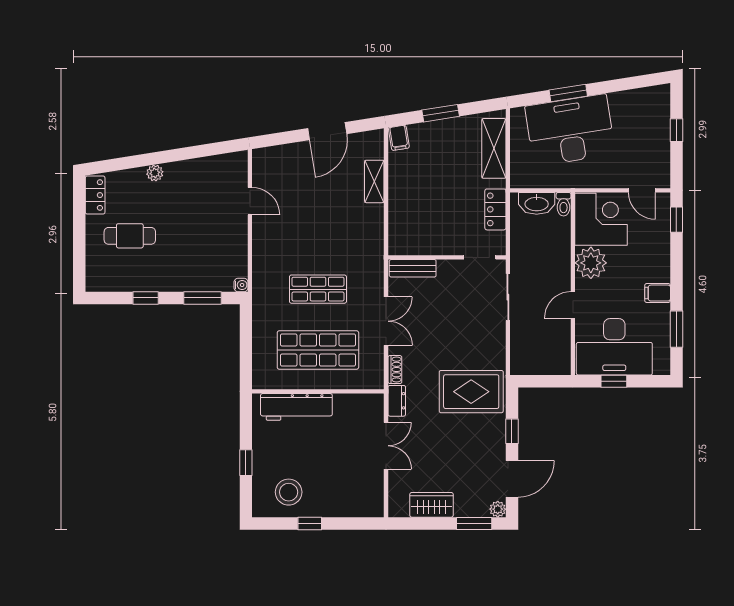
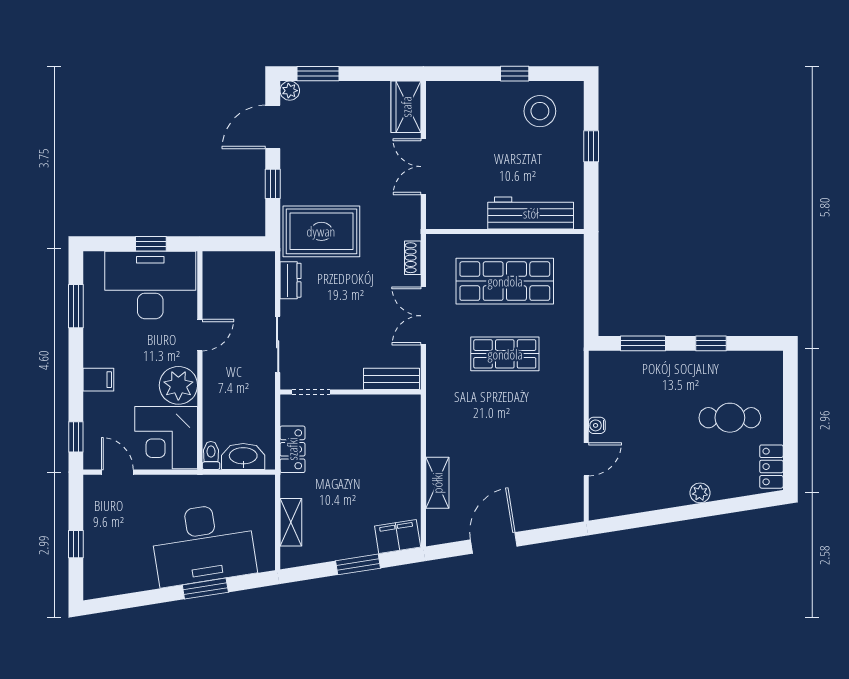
filing cabinet: (399, 138) -> (398, 537), width x2.00
shelving: (494, 148) -> (291, 522), width x0.67, depth x0.75
door: (250, 201) -> (586, 459), swing flipped
water cooler: (241, 285) -> (597, 425), moved
filing cabinet: (658, 293) -> (98, 380), moved
dresser: (397, 401) -> (290, 280), moved, turned 180
wardrobe: (431, 505) -> (406, 107), moved, turned 90

